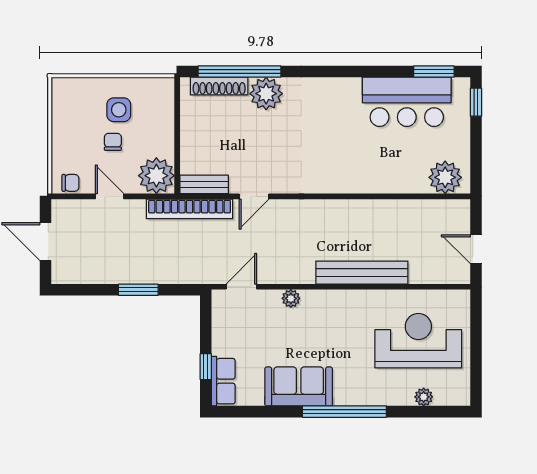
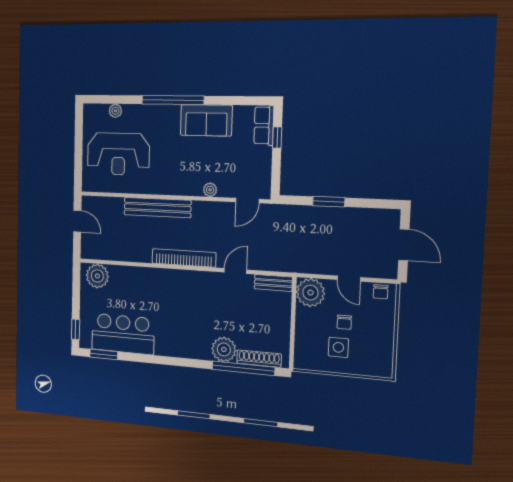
chair: (70, 183) -> (381, 292), turned -90
bookcase: (190, 209) -> (184, 258), moved

